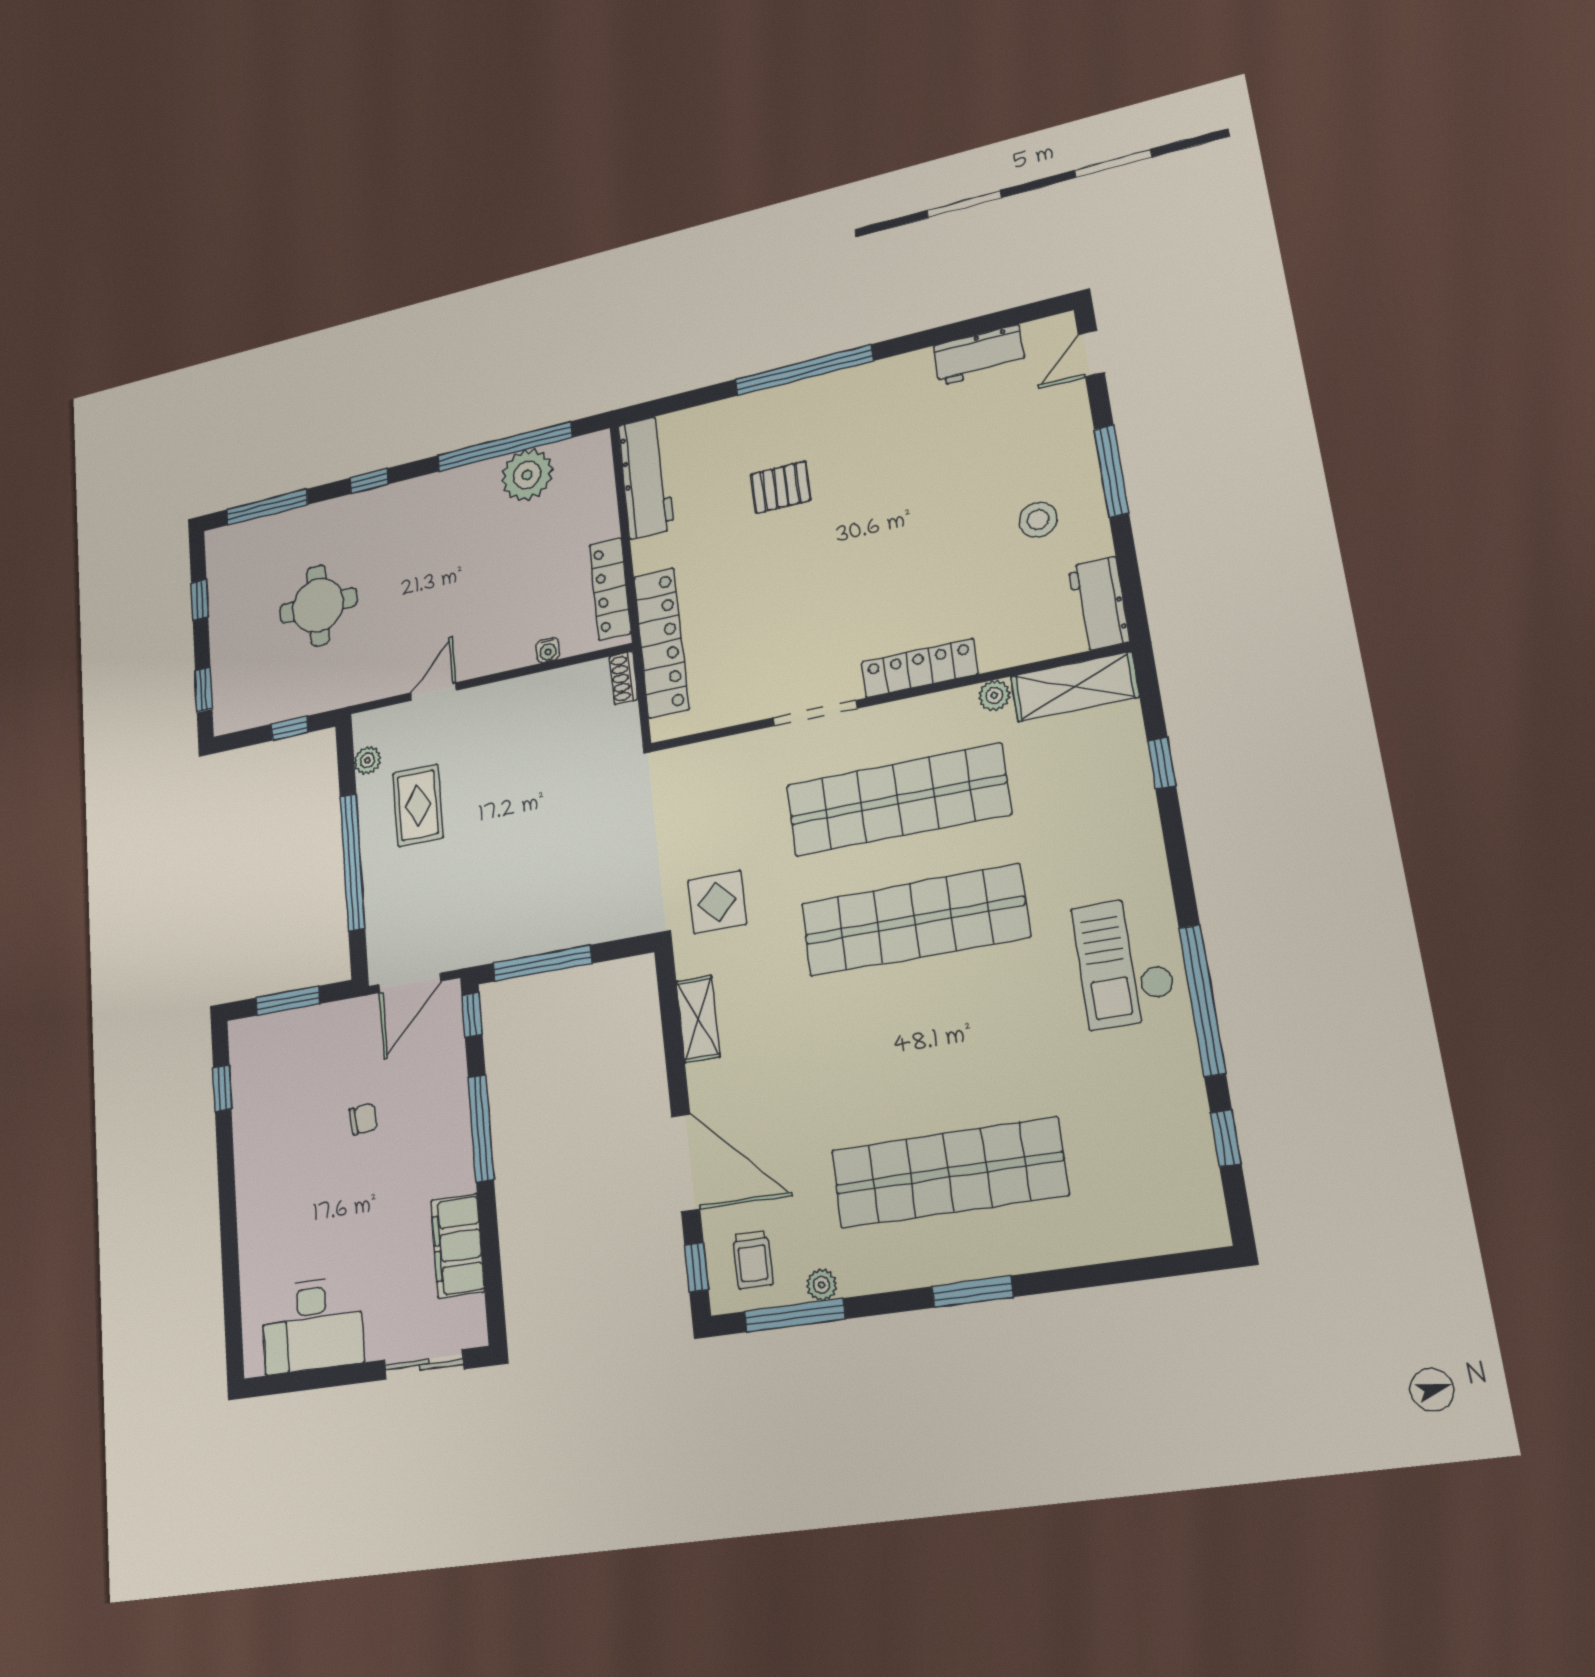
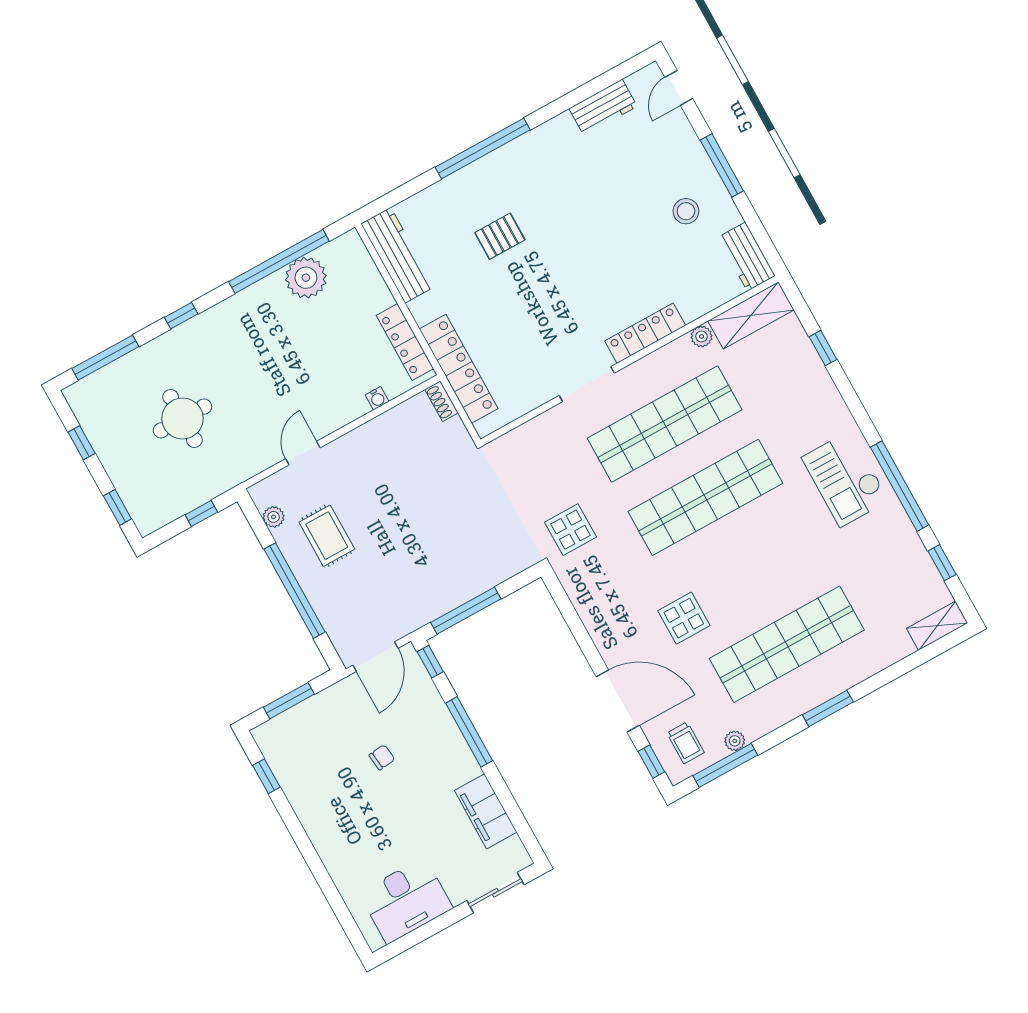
shelving: (698, 1019) -> (937, 626), moved, turned 90
display table: (819, 1080) -> (684, 618), added

